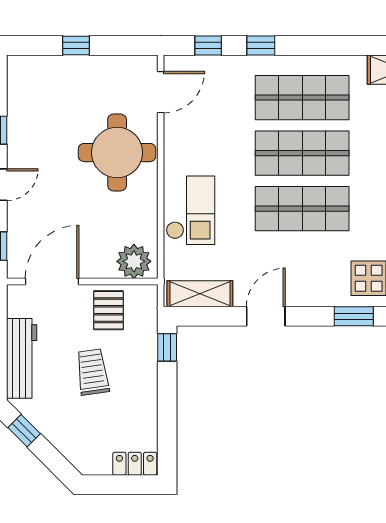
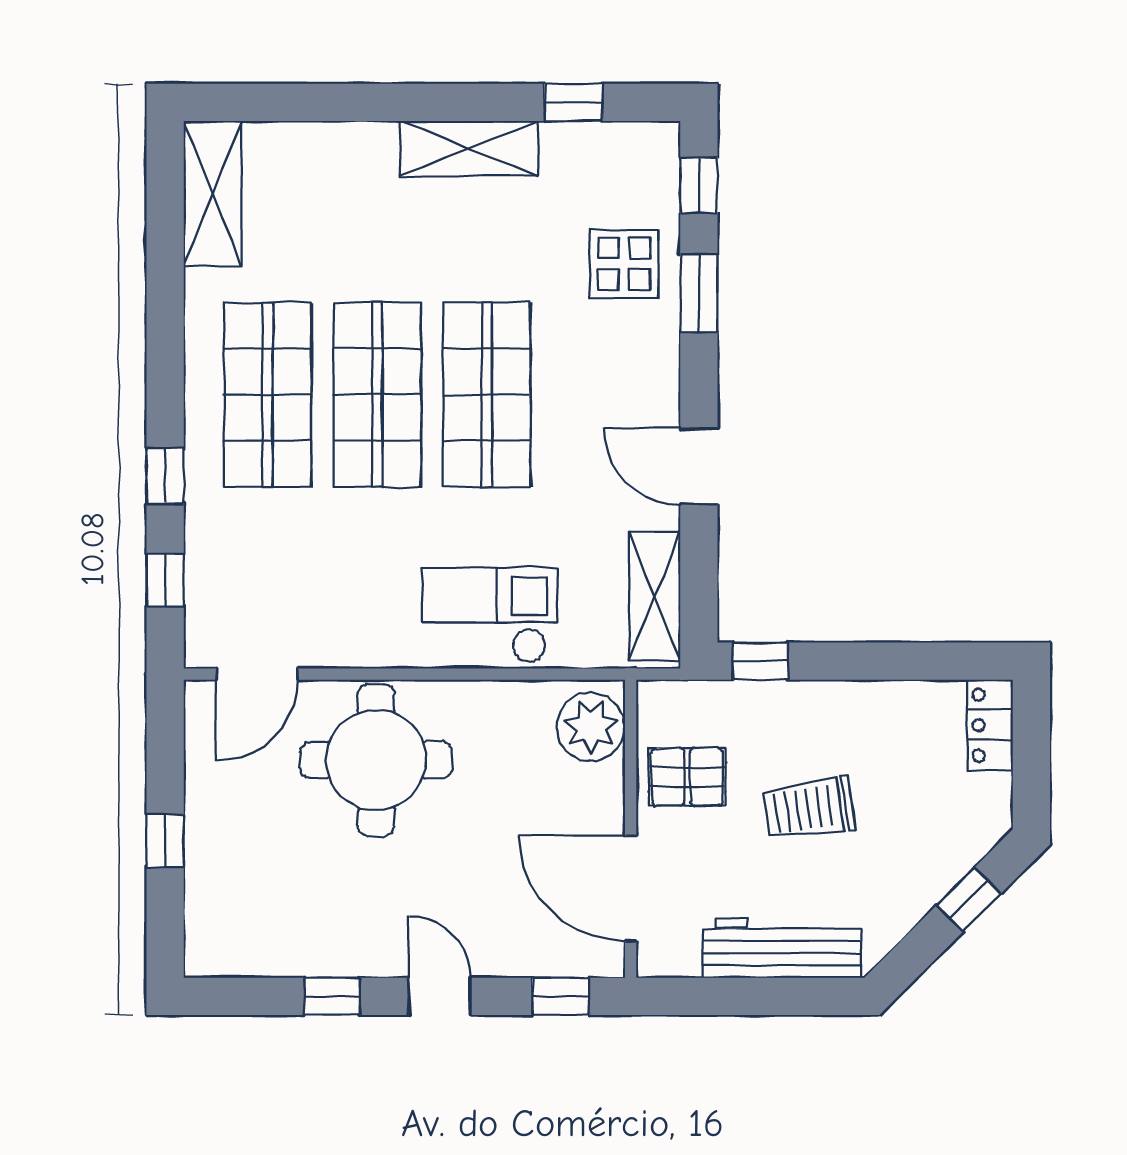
door: (161, 92) -> (257, 674), swing flipped
window: (24, 431) -> (969, 900), moved

